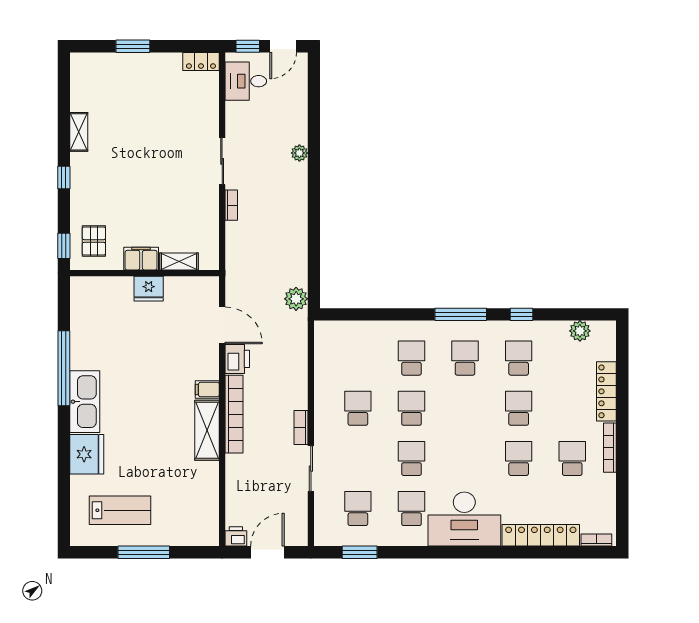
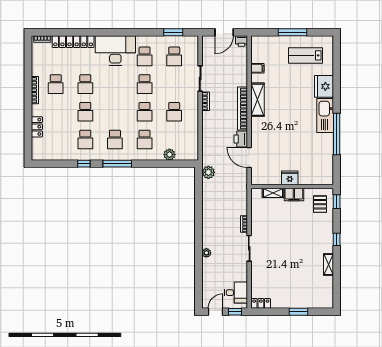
plant: (580, 331) -> (169, 155), moved
filing cabinet: (207, 390) -> (257, 68), moved
locker: (606, 391) -> (37, 127), width x0.66

